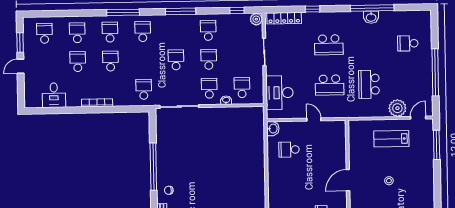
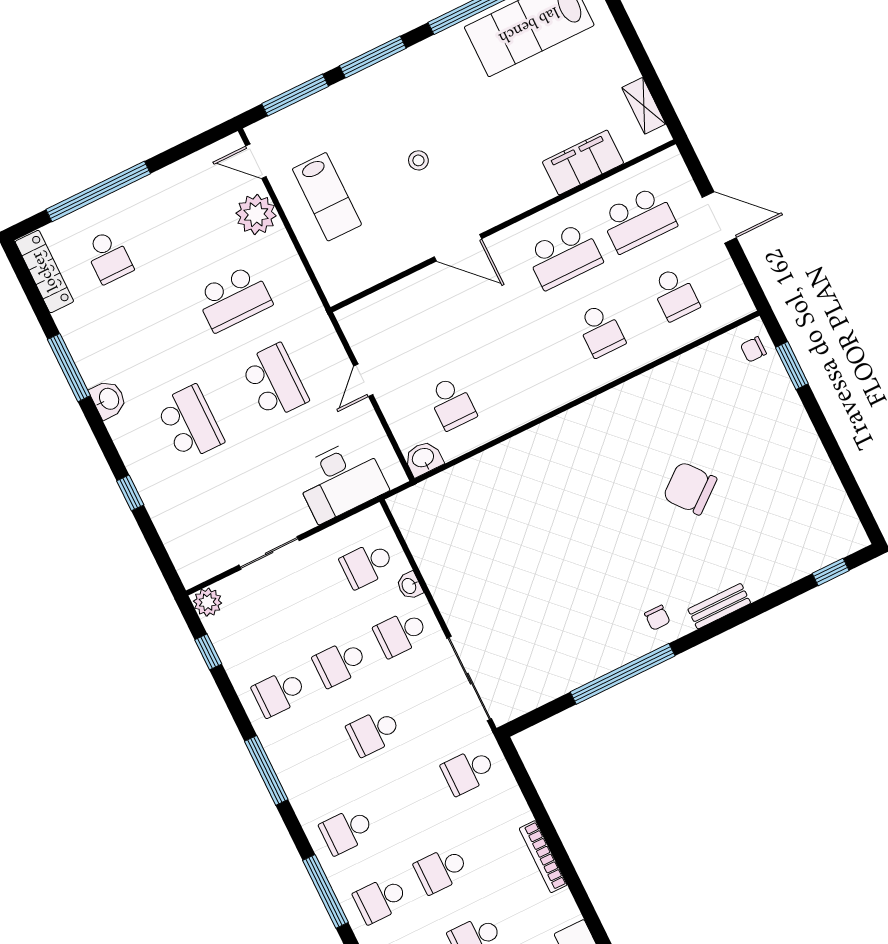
window: (372, 8) -> (69, 368), width x0.68
washbasin: (371, 17) -> (108, 399), moved
locker: (284, 18) -> (44, 272), moved
window: (435, 72) -> (98, 191), moved
window: (437, 182) -> (373, 57), added

